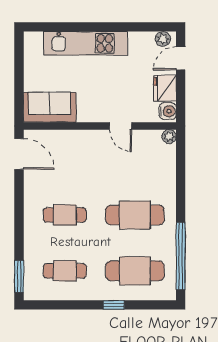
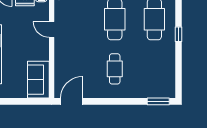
door: (120, 126) -> (52, 29), swing flipped
cafe table: (65, 271) -> (154, 69), removed

